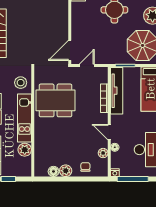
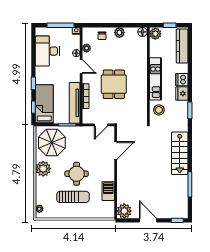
door: (70, 50) -> (116, 150), moved
dining table: (56, 100) -> (114, 84), moved, width x0.73
plant: (25, 150) -> (155, 34), moved
floor lamp: (53, 171) -> (142, 32), moved

